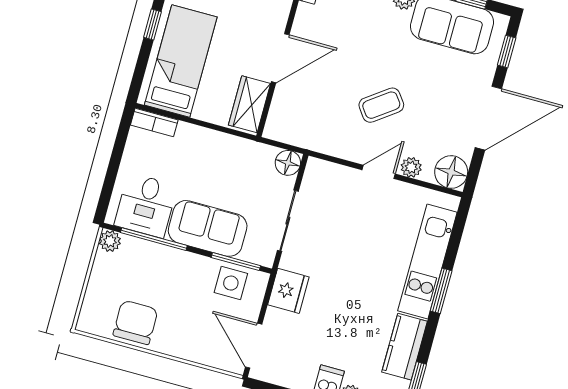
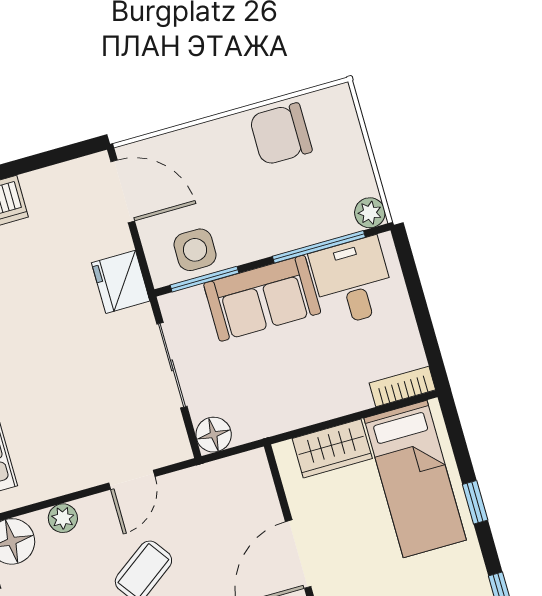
wardrobe: (249, 104) -> (332, 449), moved, turned 90
door: (379, 172) -> (132, 480), moved
chair: (135, 322) -> (281, 134), turned 90

